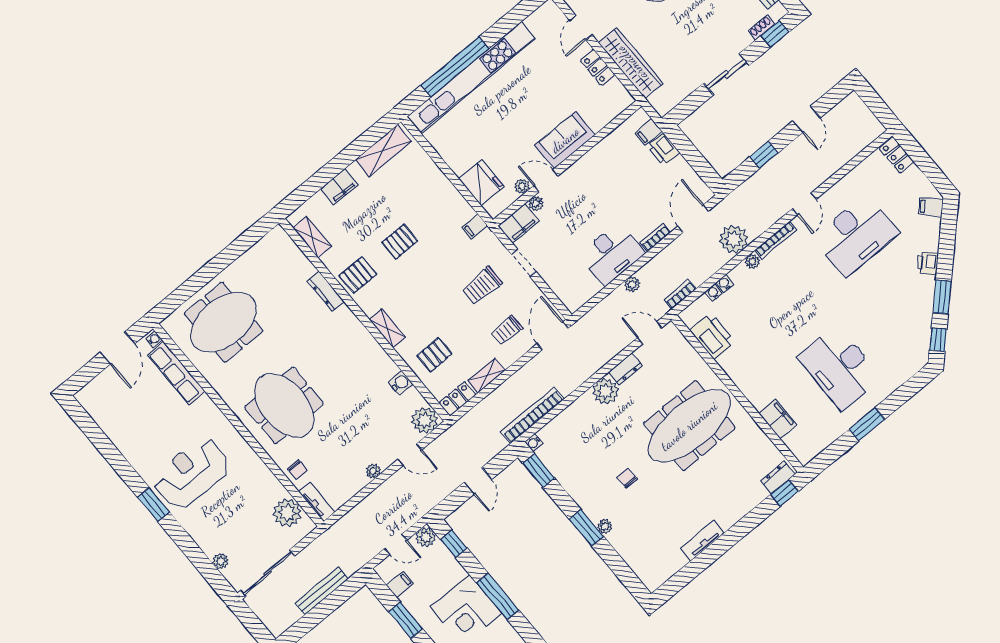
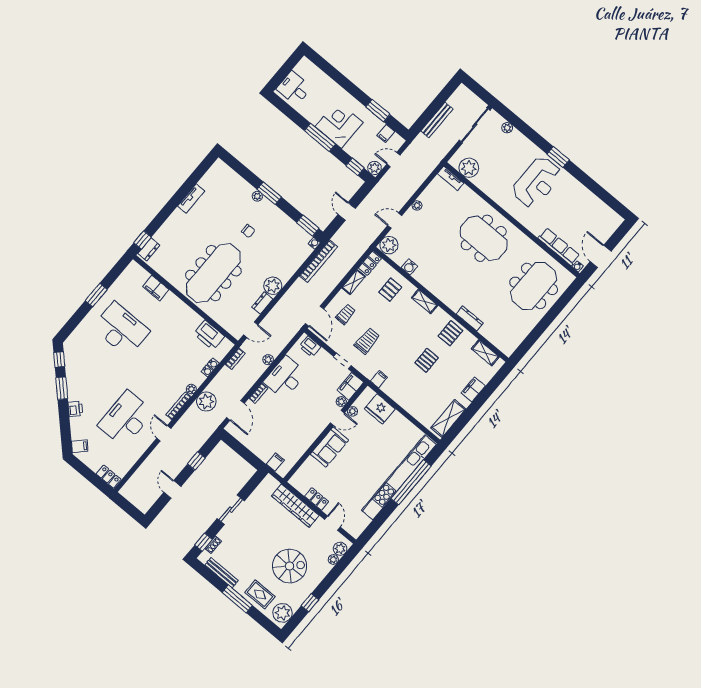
printer: (663, 150) -> (310, 347), moved, turned 180
chair: (298, 469) -> (467, 198), removed

